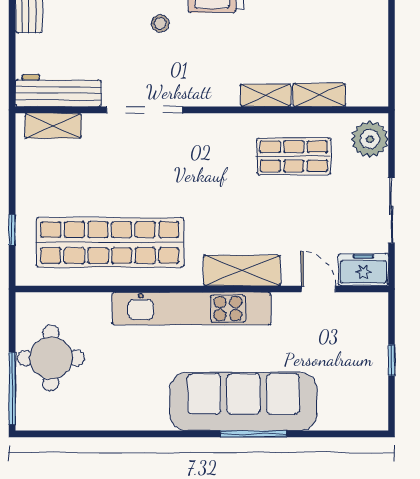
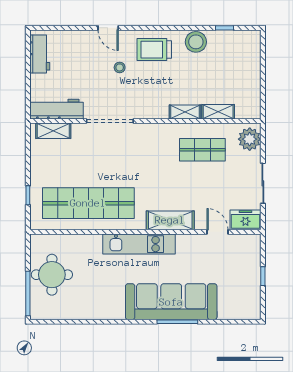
kitchen unit: (191, 309) -> (139, 244), width x0.73

